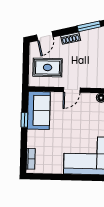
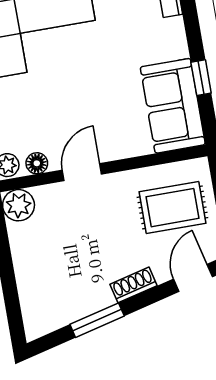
door: (72, 90) -> (82, 172), moved

